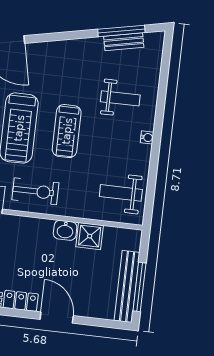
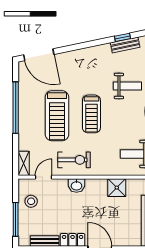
window: (121, 31) -> (122, 37), width x0.46
washbasin: (65, 230) -> (76, 186), moved

